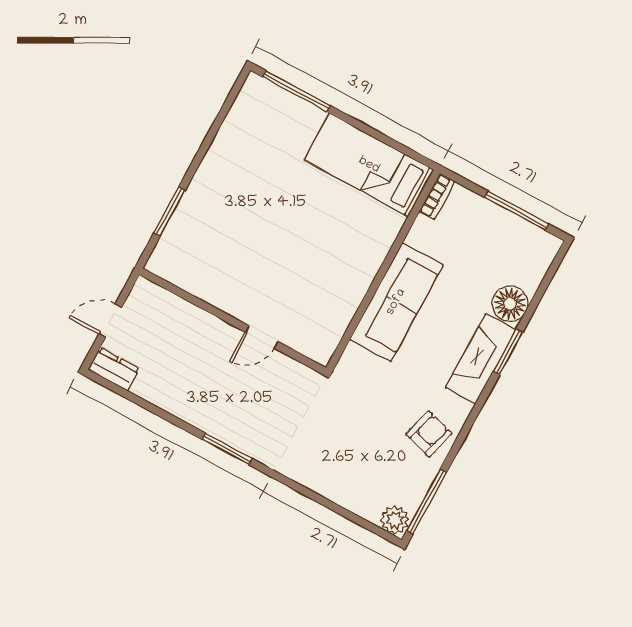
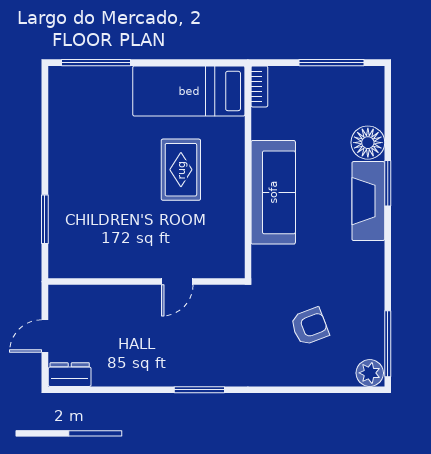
rug: (322, 234) -> (181, 170), added
armchair: (429, 434) -> (310, 326), moved, turned 53

